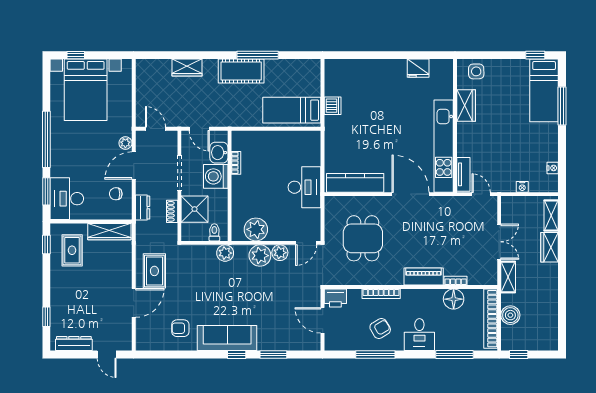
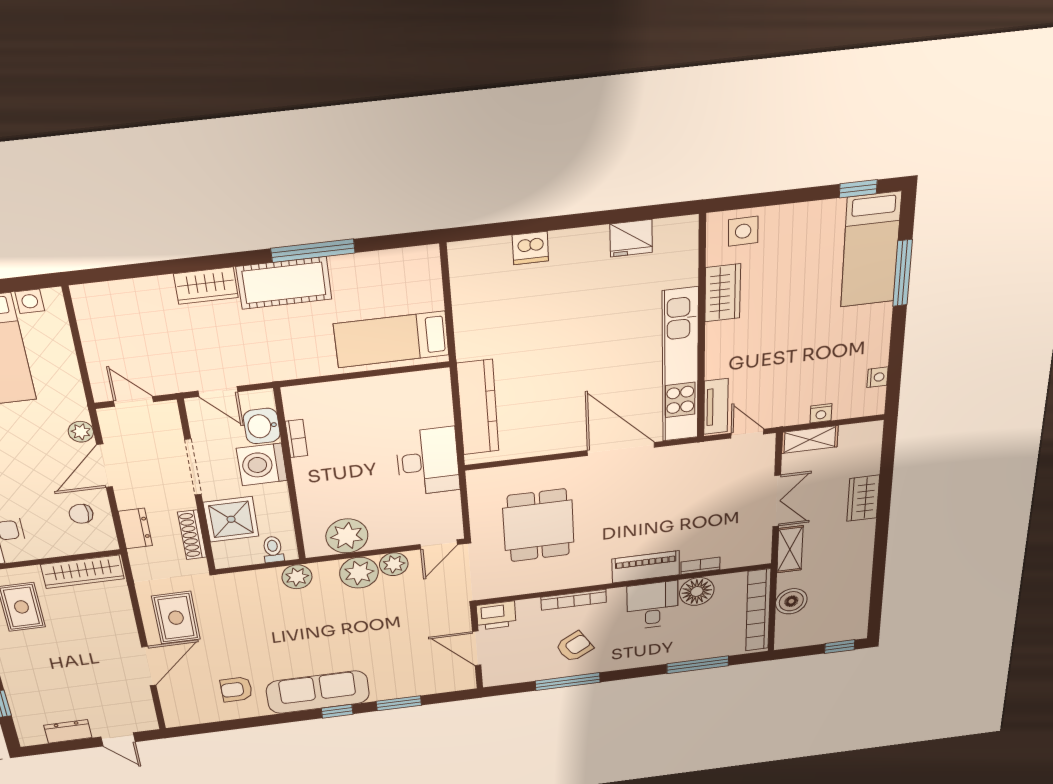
wardrobe: (187, 68) -> (206, 286), moved
dishwasher: (333, 106) -> (530, 248), moved, turned 90
kitchen counter: (355, 183) -> (478, 408), moved, turned 90
shoe rack: (172, 211) -> (192, 535), width x1.43
shelving: (551, 216) -> (810, 440), moved, turned 90
desk: (419, 335) -> (653, 605), moved, turned 180
dresser: (74, 344) -> (68, 731), width x0.70
window: (519, 355) -> (840, 647), moved

